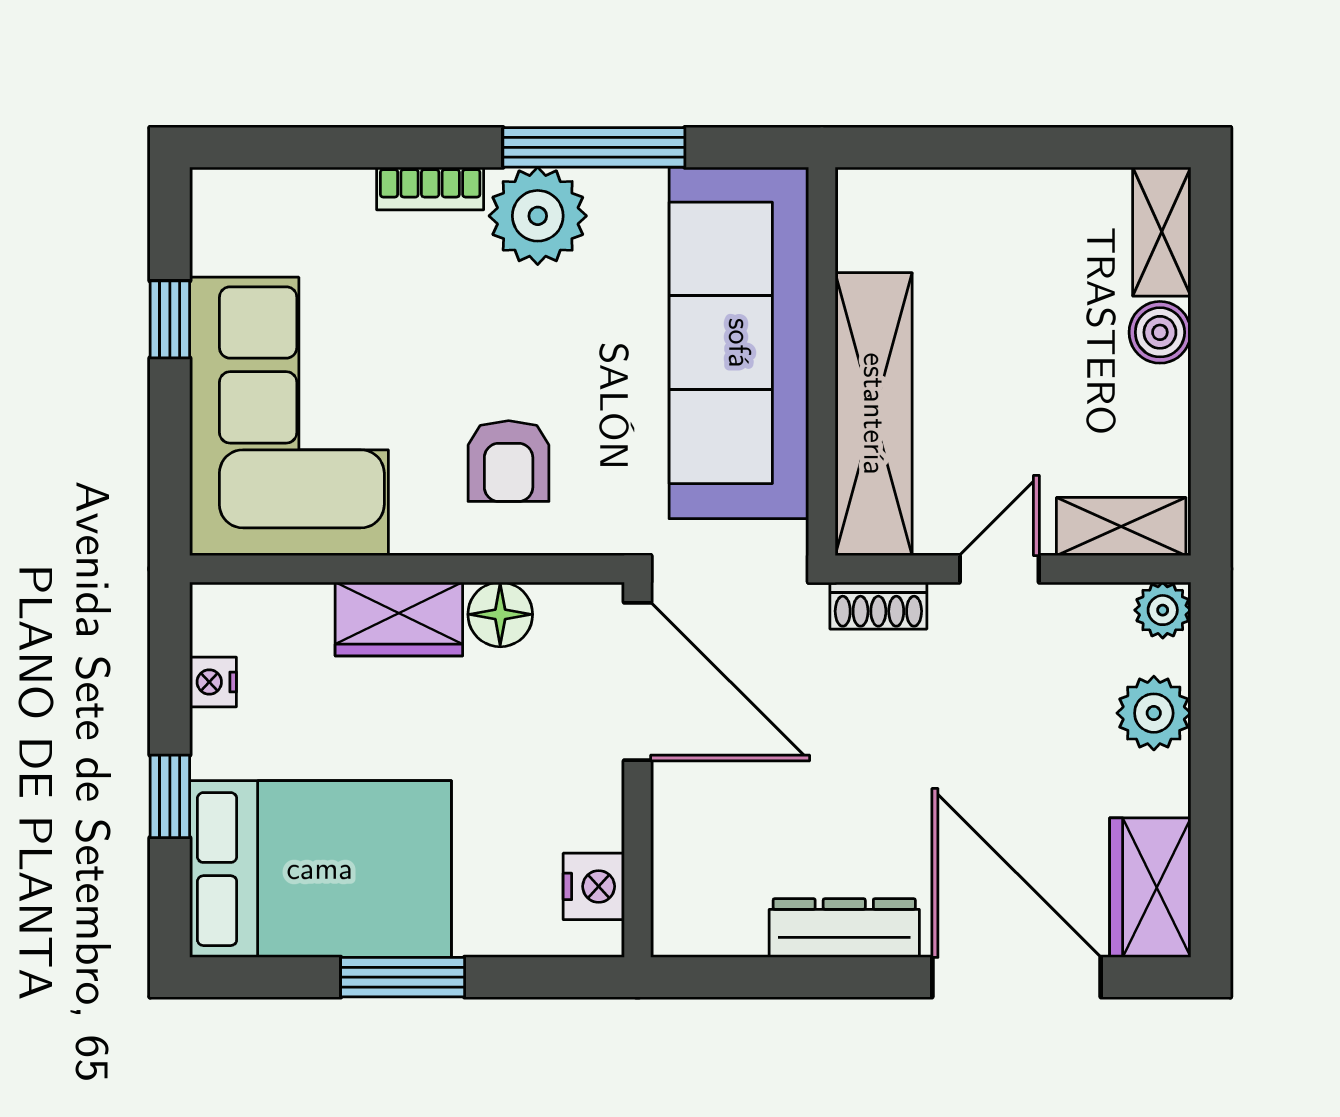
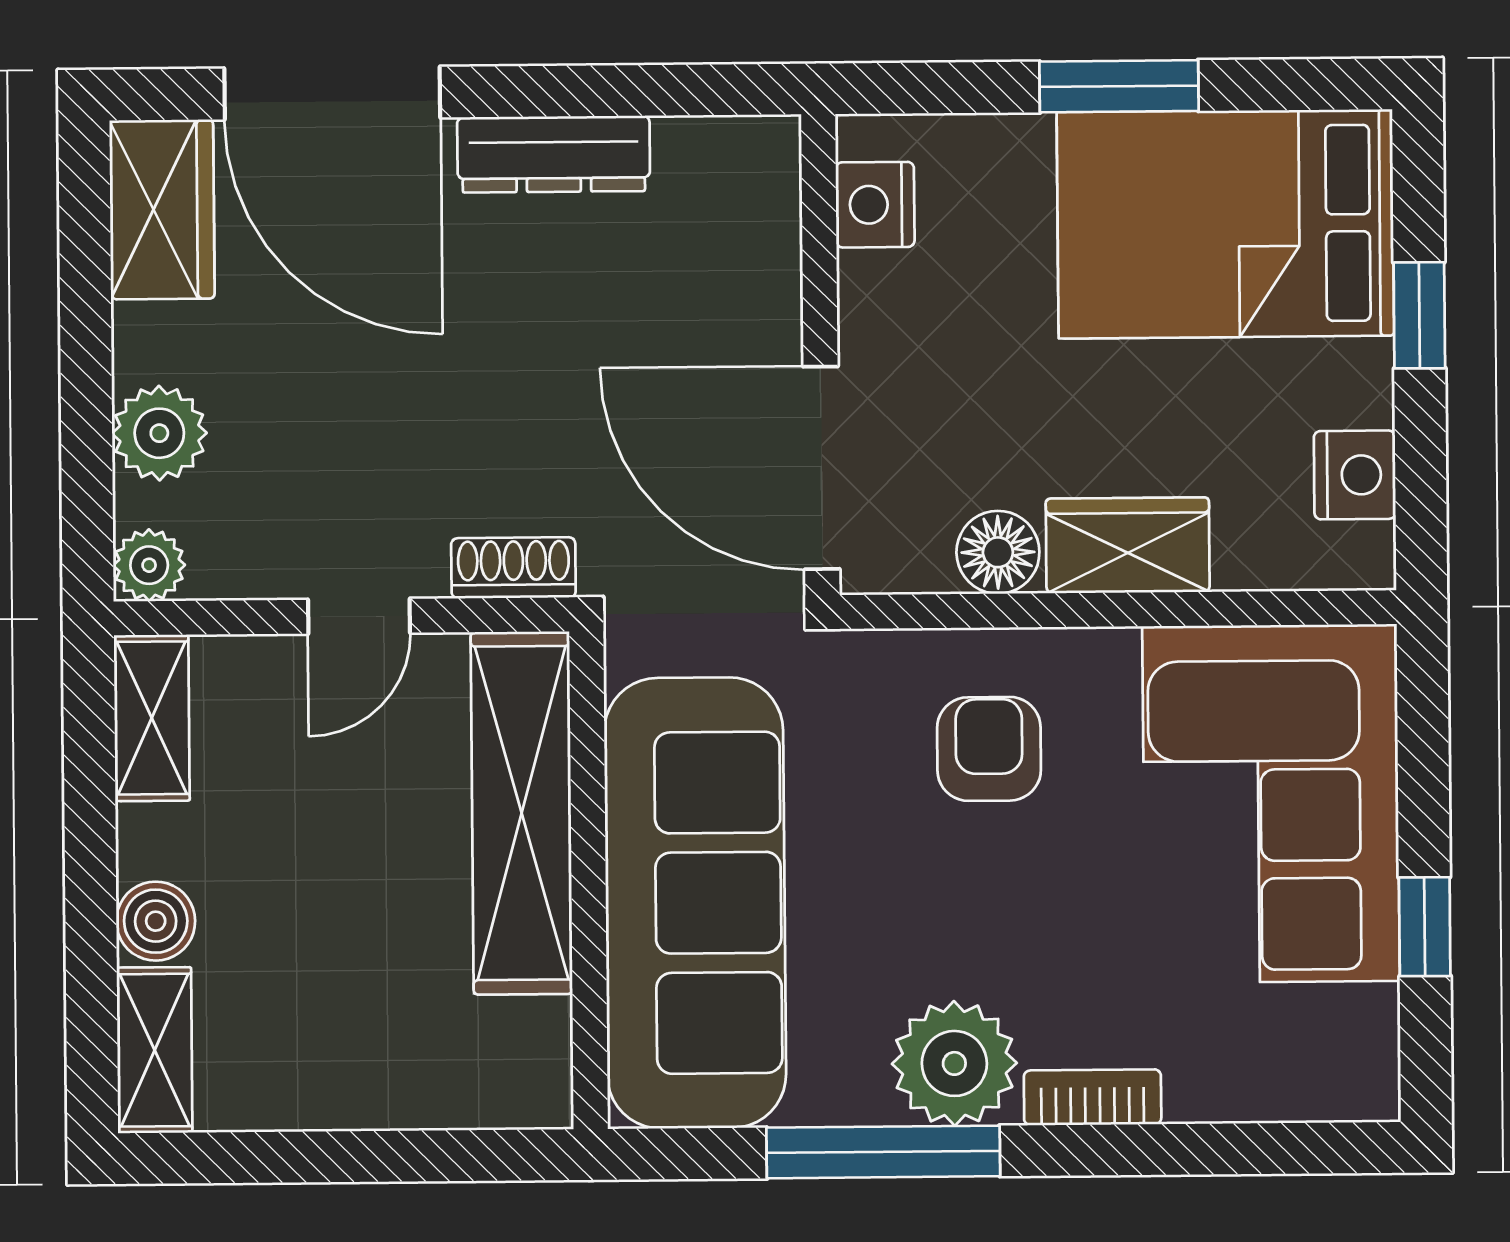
shelving: (1121, 527) -> (152, 718), moved, turned 90
nightstand: (213, 682) -> (1355, 475), width x1.39, depth x1.35

